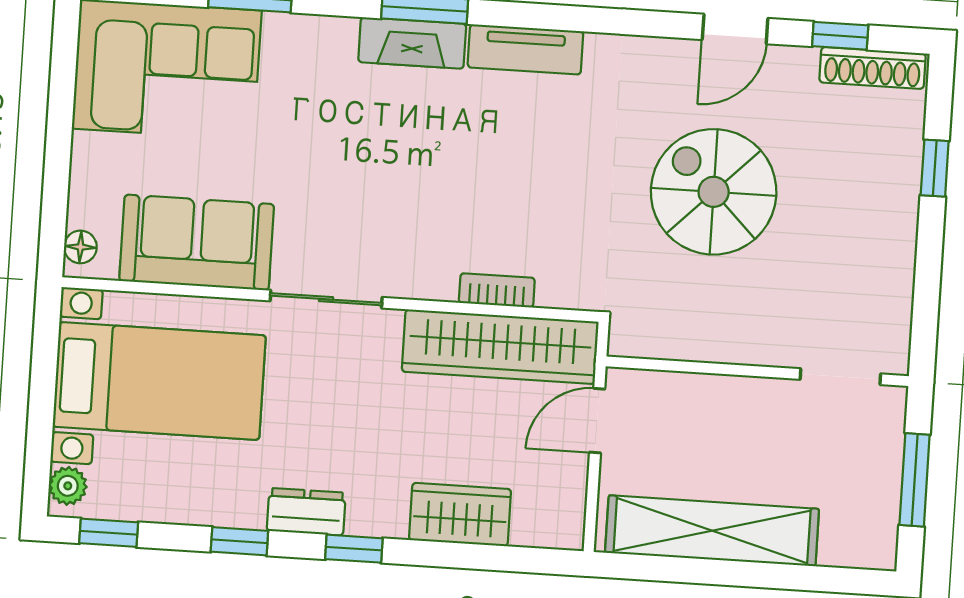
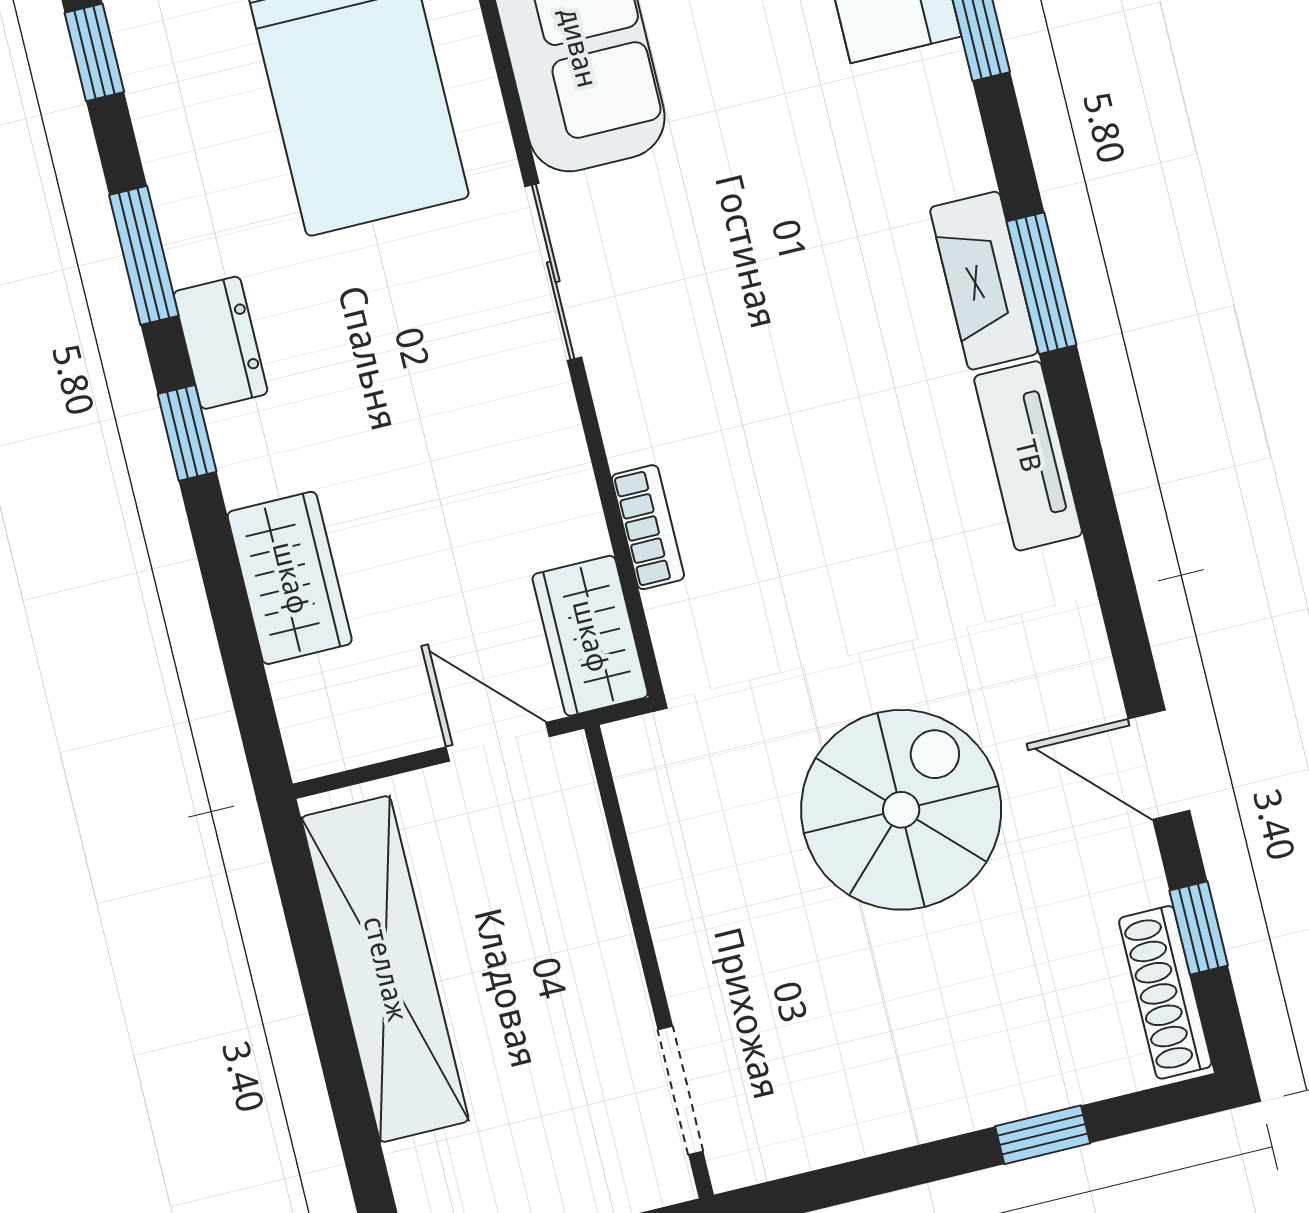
wardrobe: (500, 347) -> (590, 636), width x0.48, depth x0.85
window: (239, 541) -> (144, 255), width x1.50

